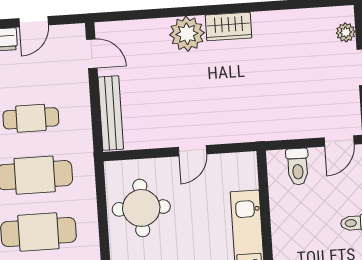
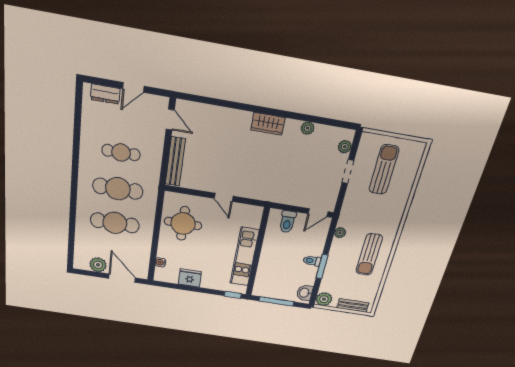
plant: (187, 34) -> (308, 128), moved, width x0.53, depth x0.53
door: (193, 151) -> (224, 197), hinge flipped

